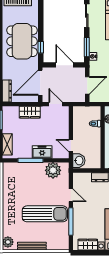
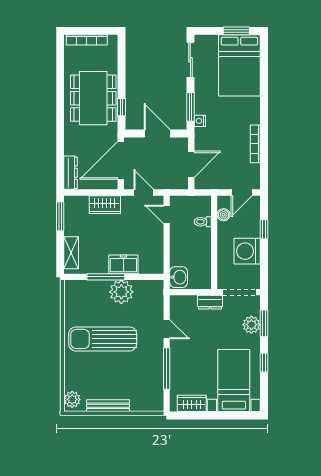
door: (71, 146) -> (167, 214), moved
plant: (53, 170) -> (121, 292), moved
sun lounger: (45, 214) -> (103, 339), moved, turned 180

